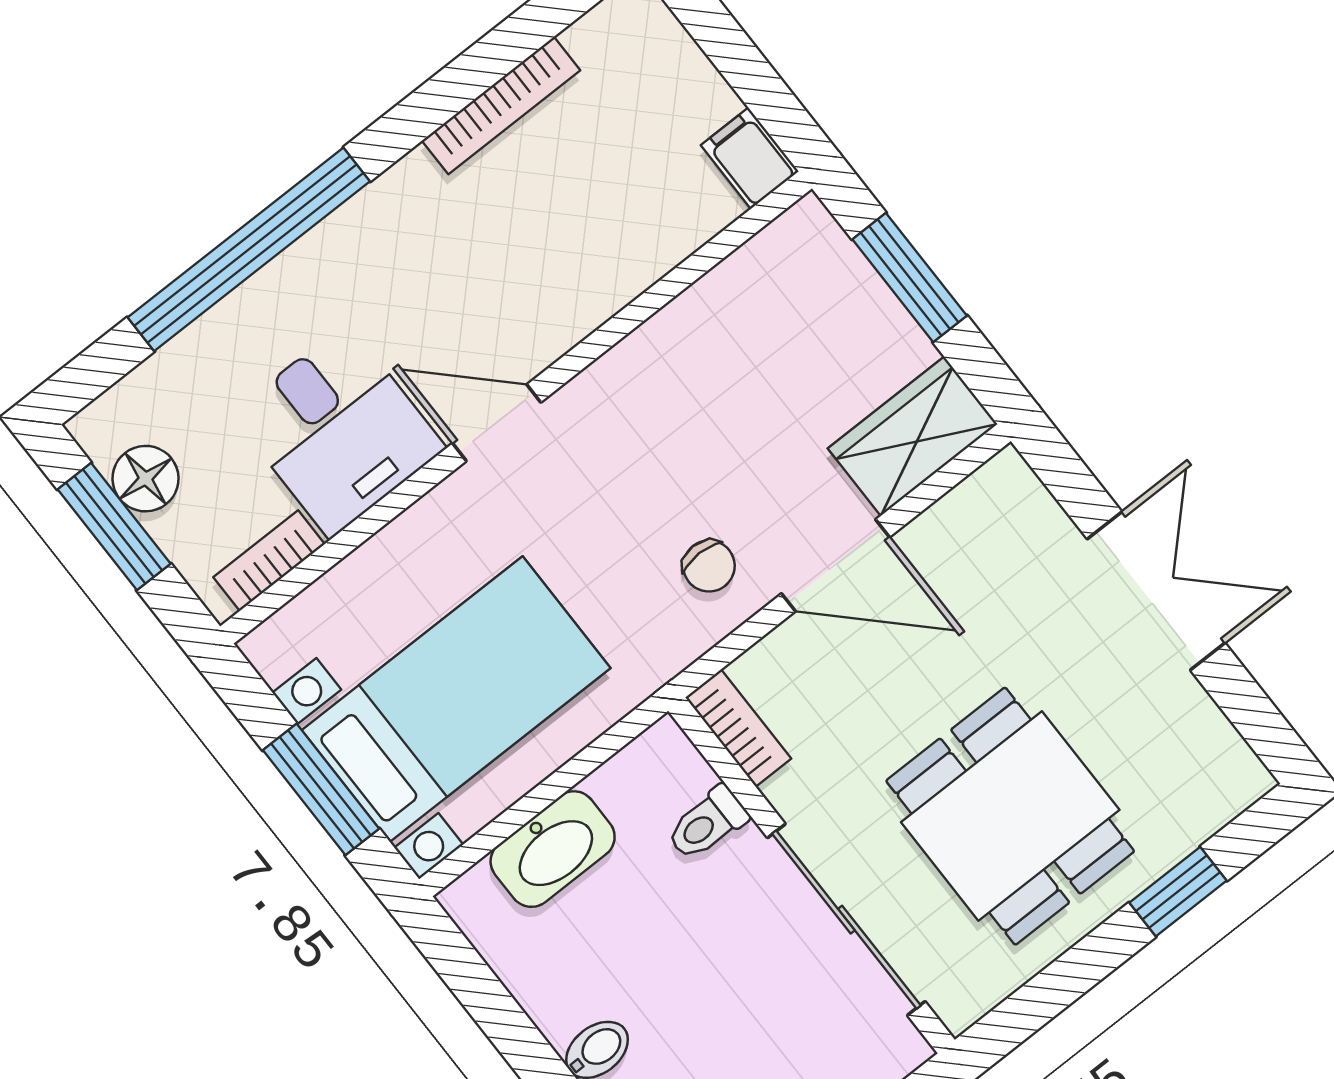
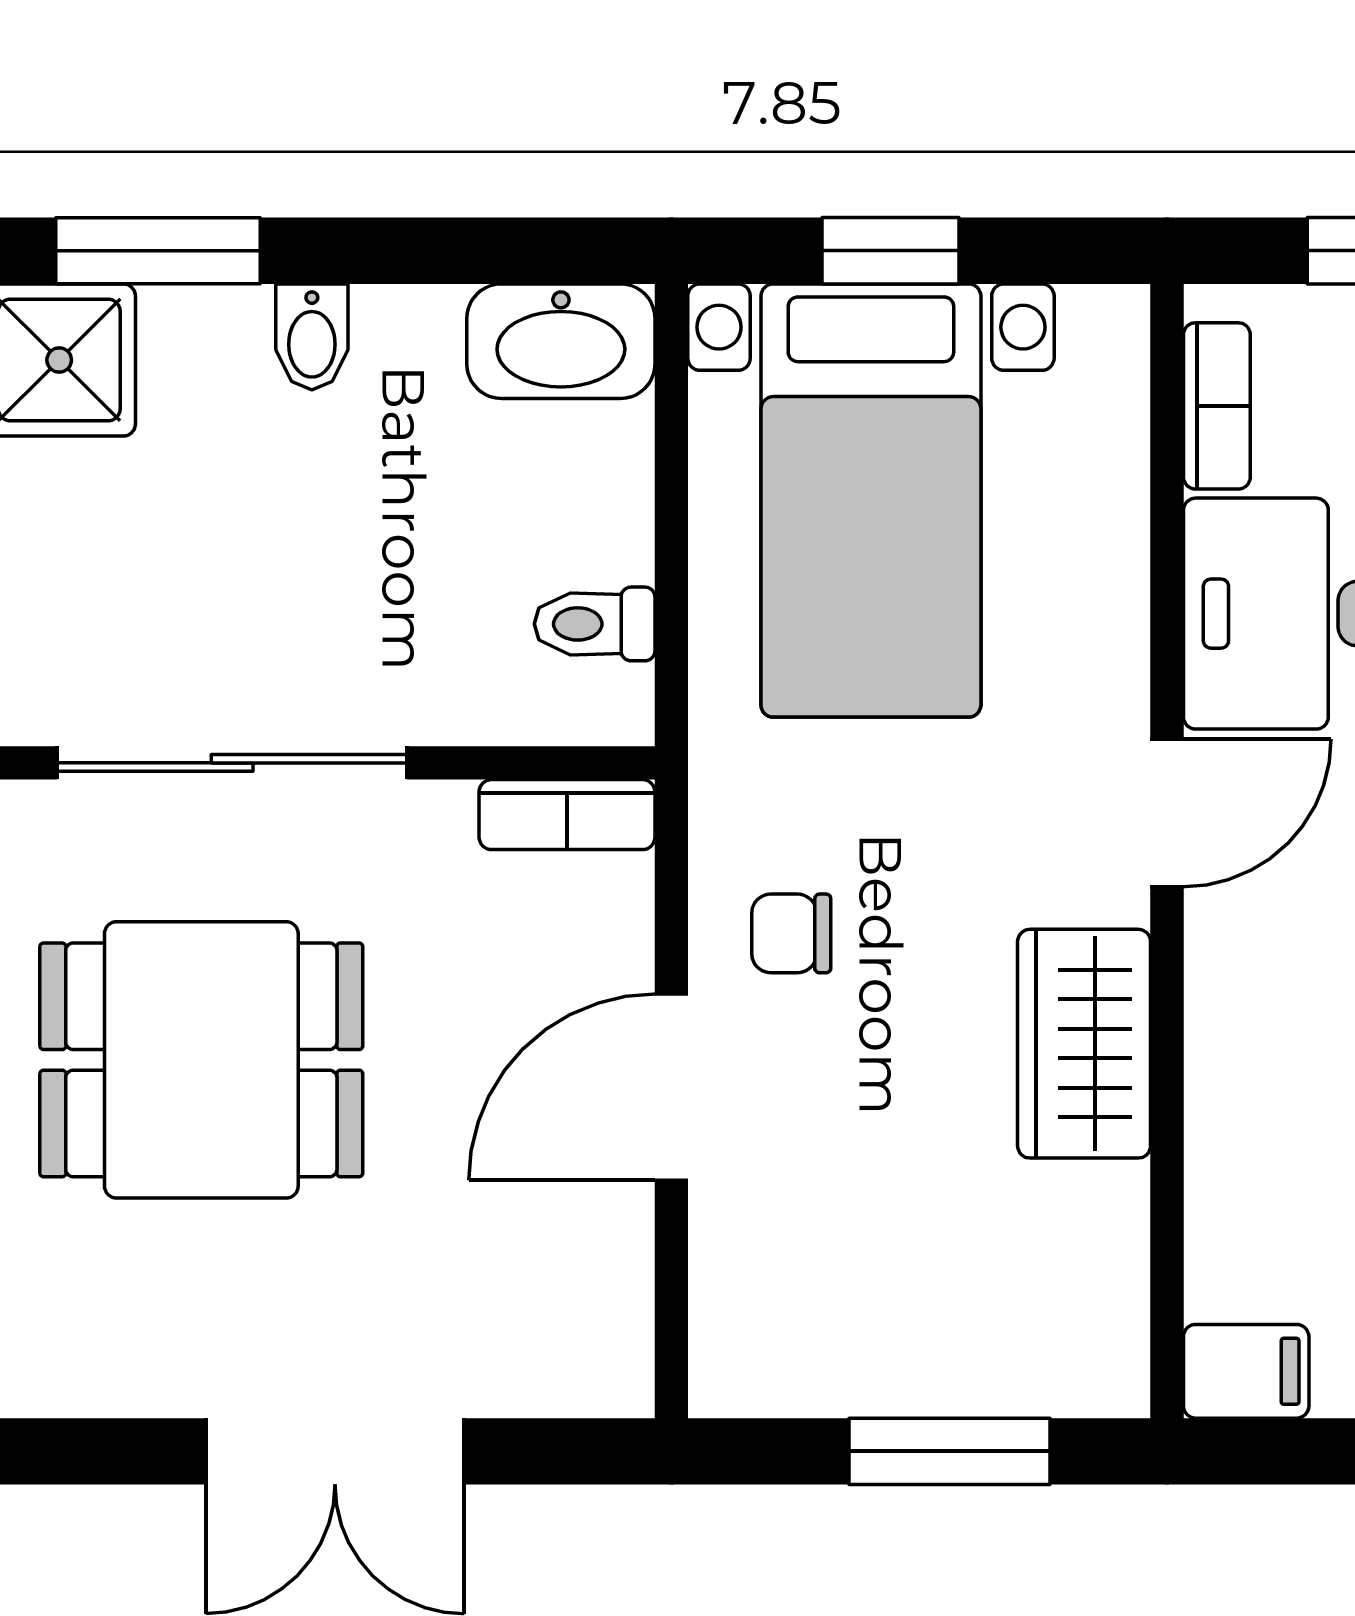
wardrobe: (913, 436) -> (1084, 1044), moved, turned 180
window: (321, 789) -> (890, 251), width x0.67
toilet: (707, 823) -> (595, 624), moved, turned -90
washbasin: (553, 849) -> (561, 341), moved, turned -90

